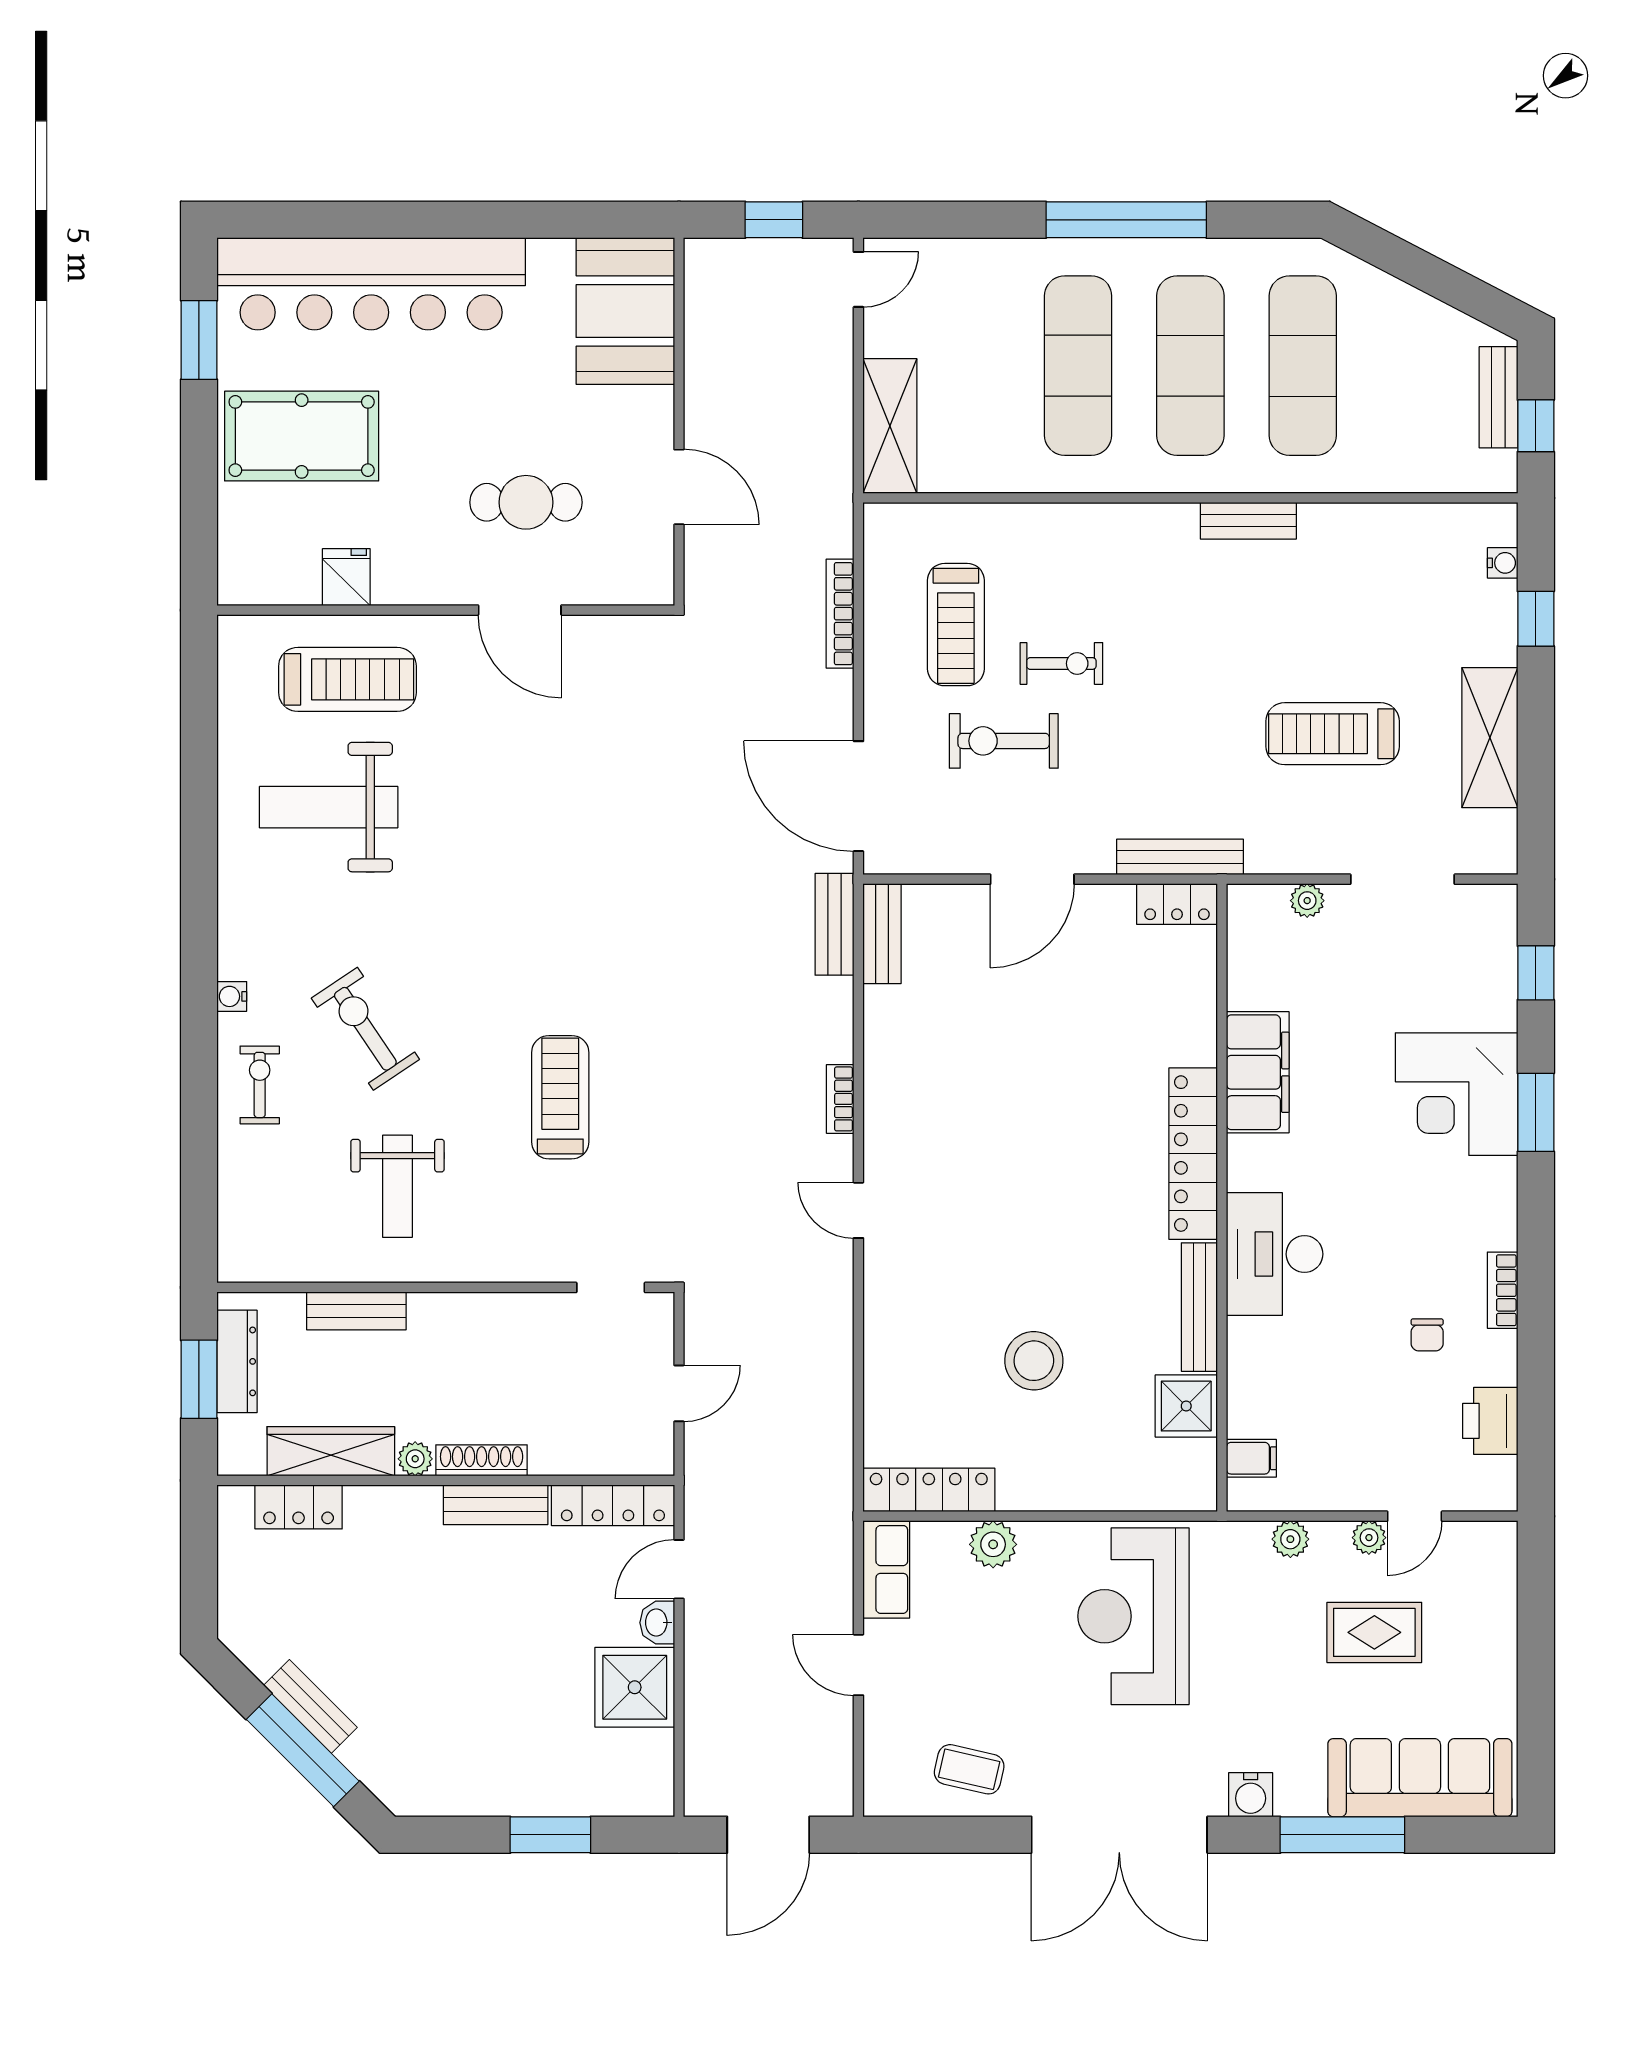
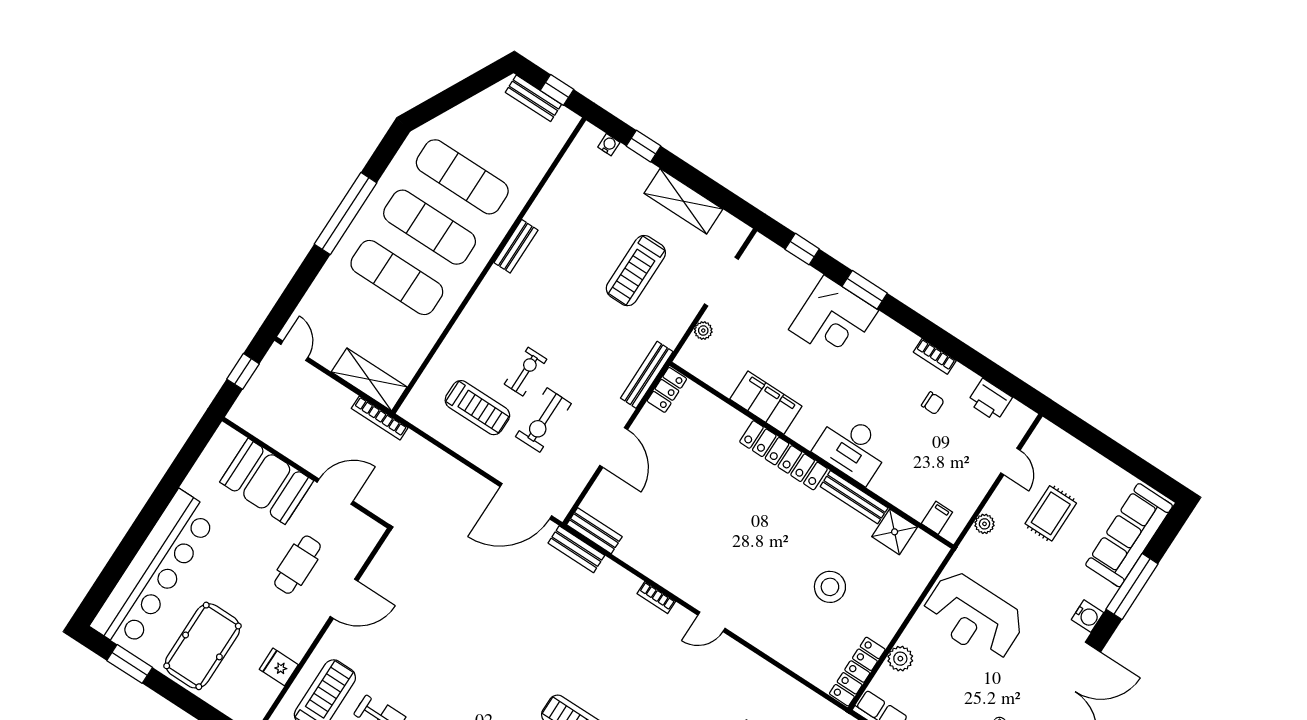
booth: (625, 311) -> (267, 481), moved
bookcase: (840, 614) -> (380, 418), moved
plant: (1369, 1538) -> (1007, 488), removed

